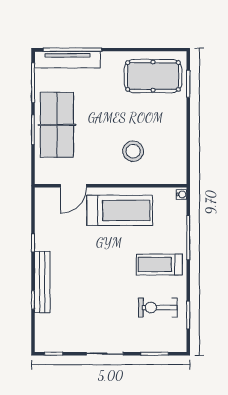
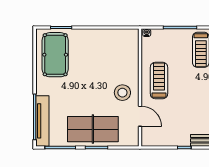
stool: (133, 151) -> (122, 93), moved
treadmill: (120, 210) -> (159, 80), width x0.73, depth x0.73

